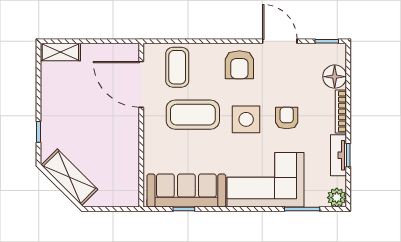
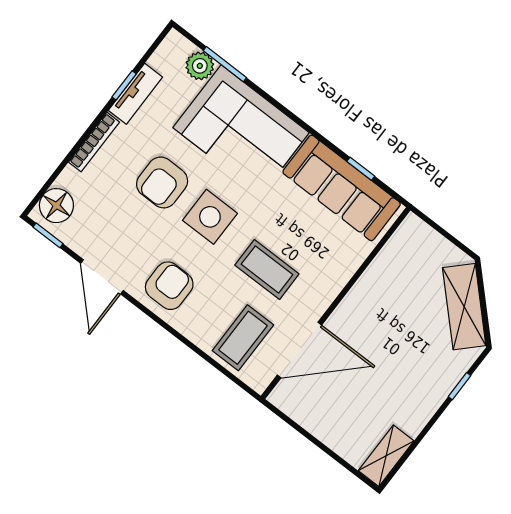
shelving: (60, 52) -> (386, 456), moved, turned 90
floor lamp: (335, 77) -> (56, 206), moved
door: (141, 84) -> (299, 350), hinge flipped
coffee table: (193, 115) -> (267, 269), width x0.73, depth x0.76
armchair: (287, 118) -> (162, 182), width x1.38, depth x1.38
plant: (337, 198) -> (200, 66), moved

